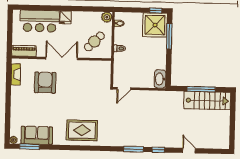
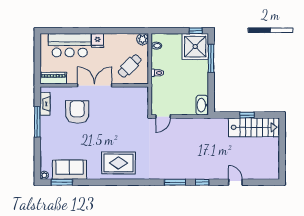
window: (201, 89) -> (247, 115), width x0.46
window: (8, 91) -> (37, 122), added

